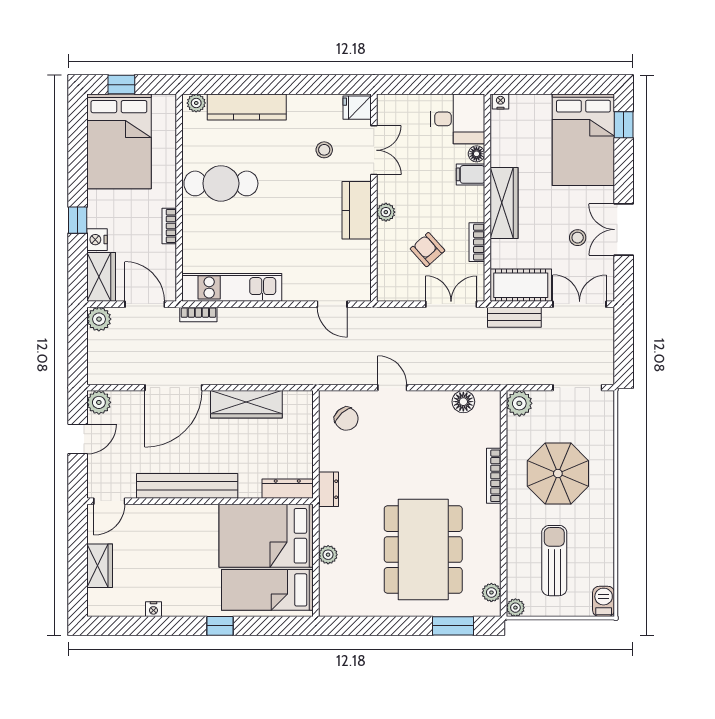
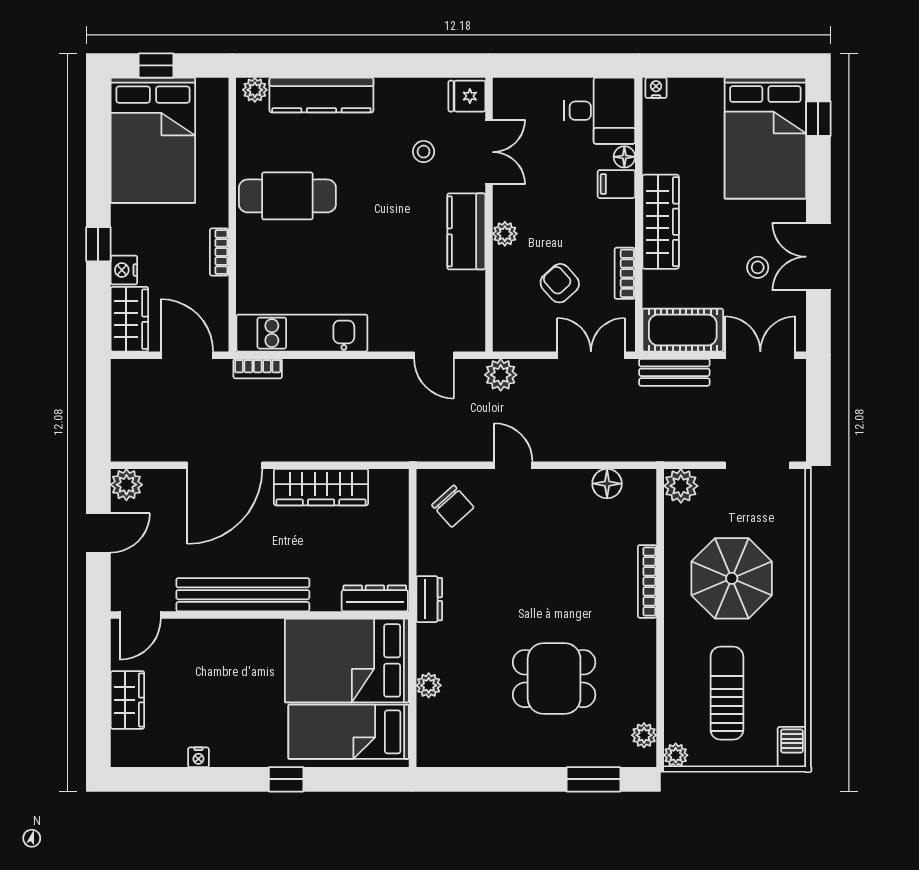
plant: (99, 319) -> (501, 375), moved
dining table: (423, 549) -> (554, 679), width x0.53, depth x0.80

